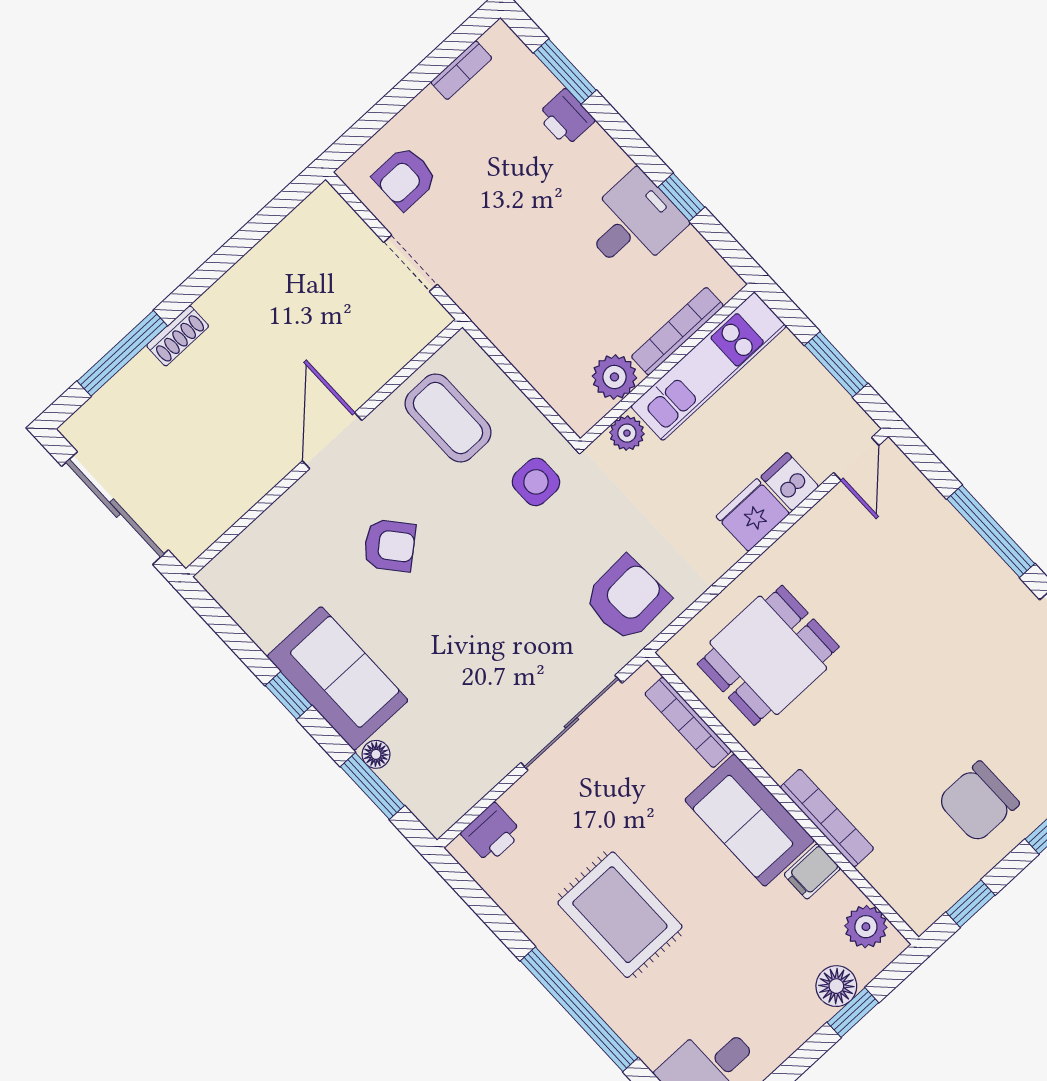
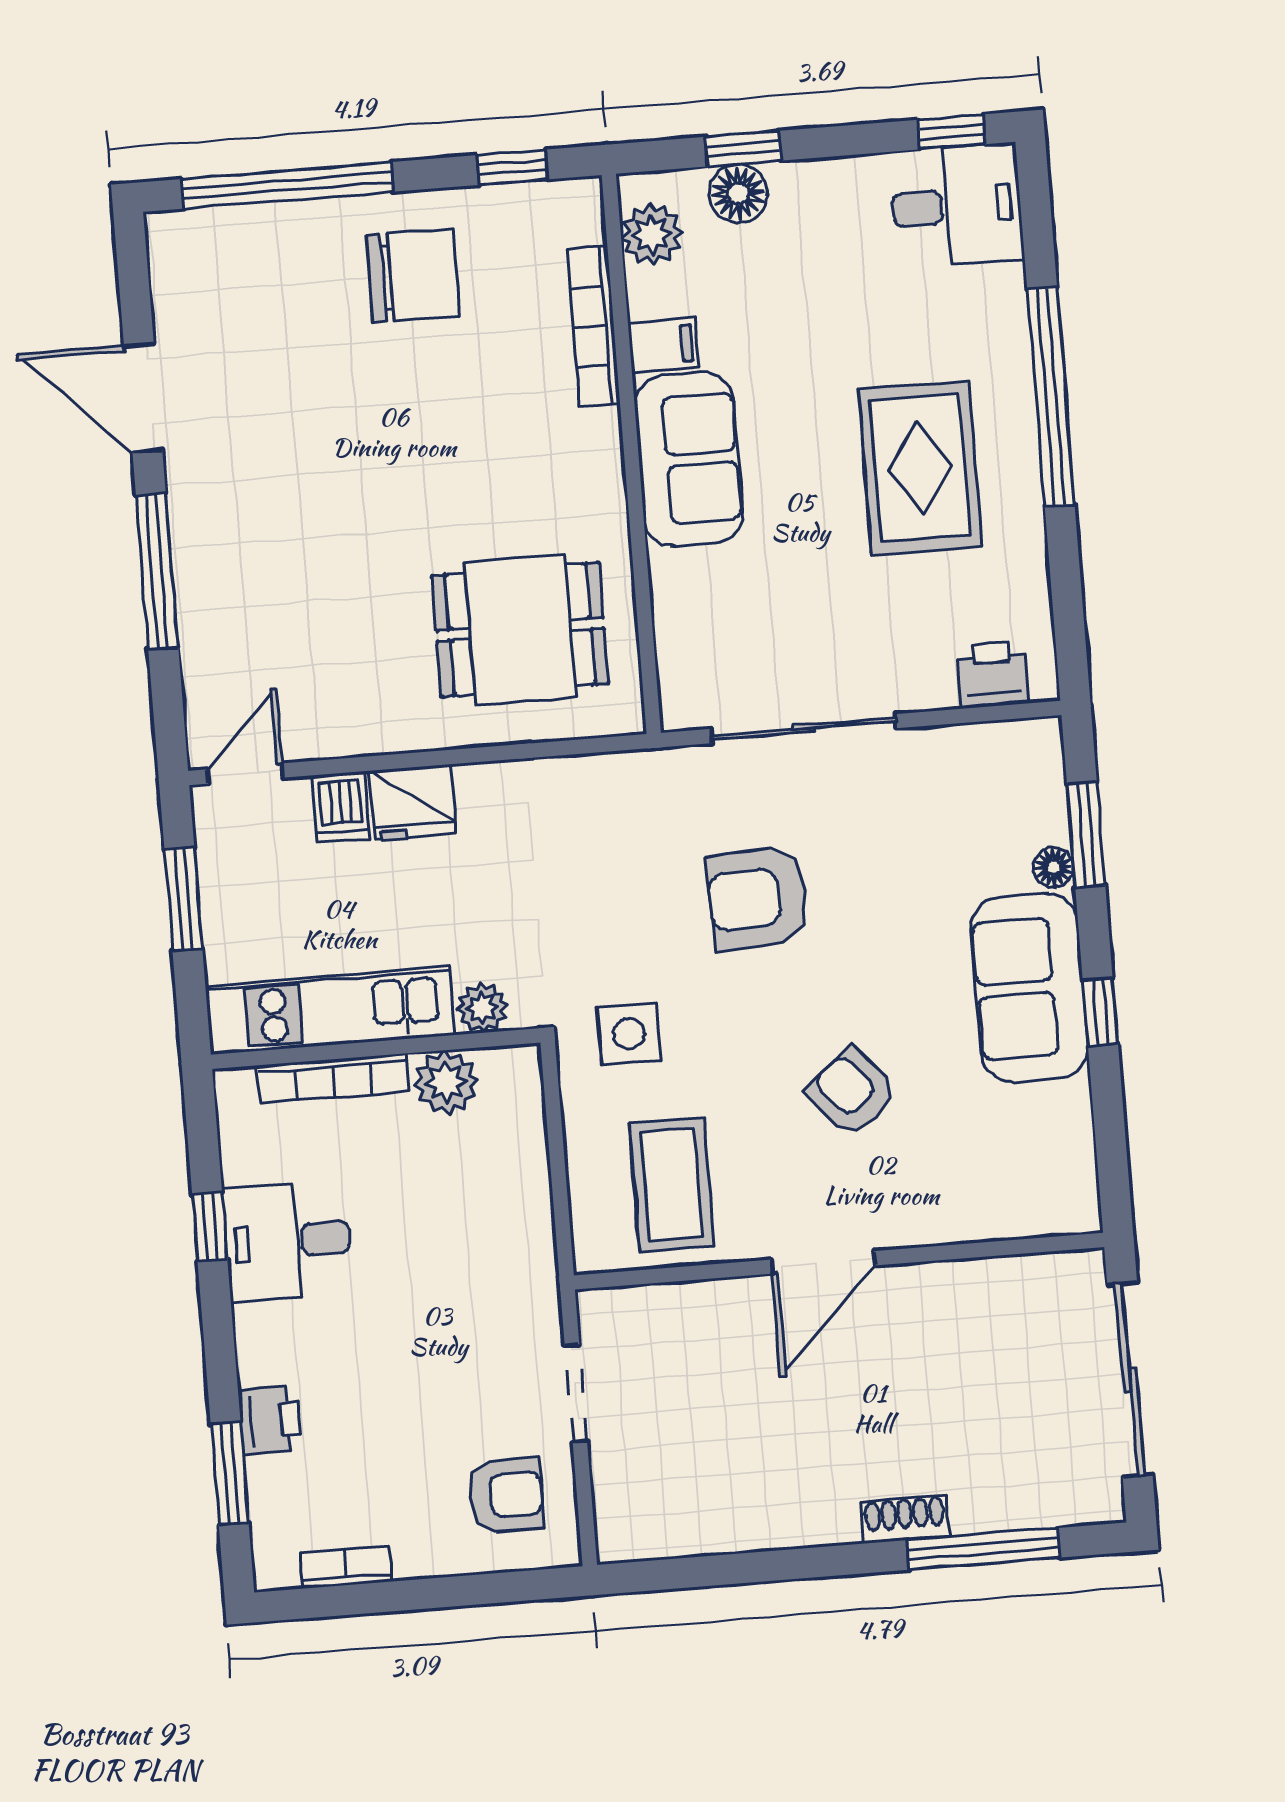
armchair: (627, 599) -> (758, 898), moved
bookcase: (688, 722) -> (671, 625), removed
bookcase: (827, 818) -> (594, 326), moved

